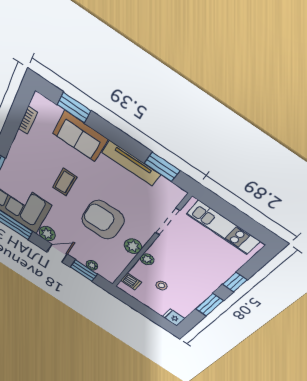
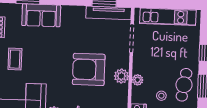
tv unit: (131, 163) -> (109, 13), moved
coffee table: (65, 182) -> (15, 59), moved
cafe table: (191, 292) -> (184, 85), added

